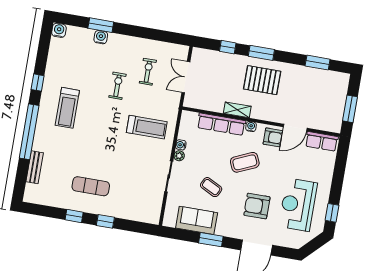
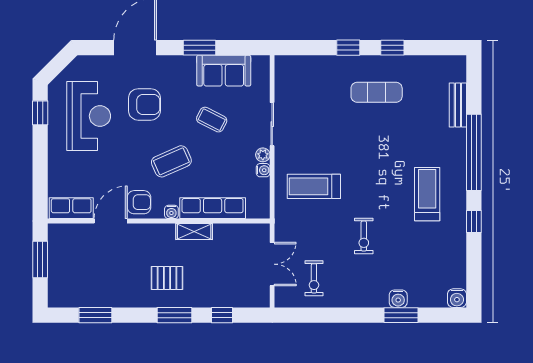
exercise bike: (148, 72) -> (314, 278), moved
pallet: (262, 80) -> (167, 278), width x0.67, depth x0.71
armchair: (273, 137) -> (139, 202), turned 180

